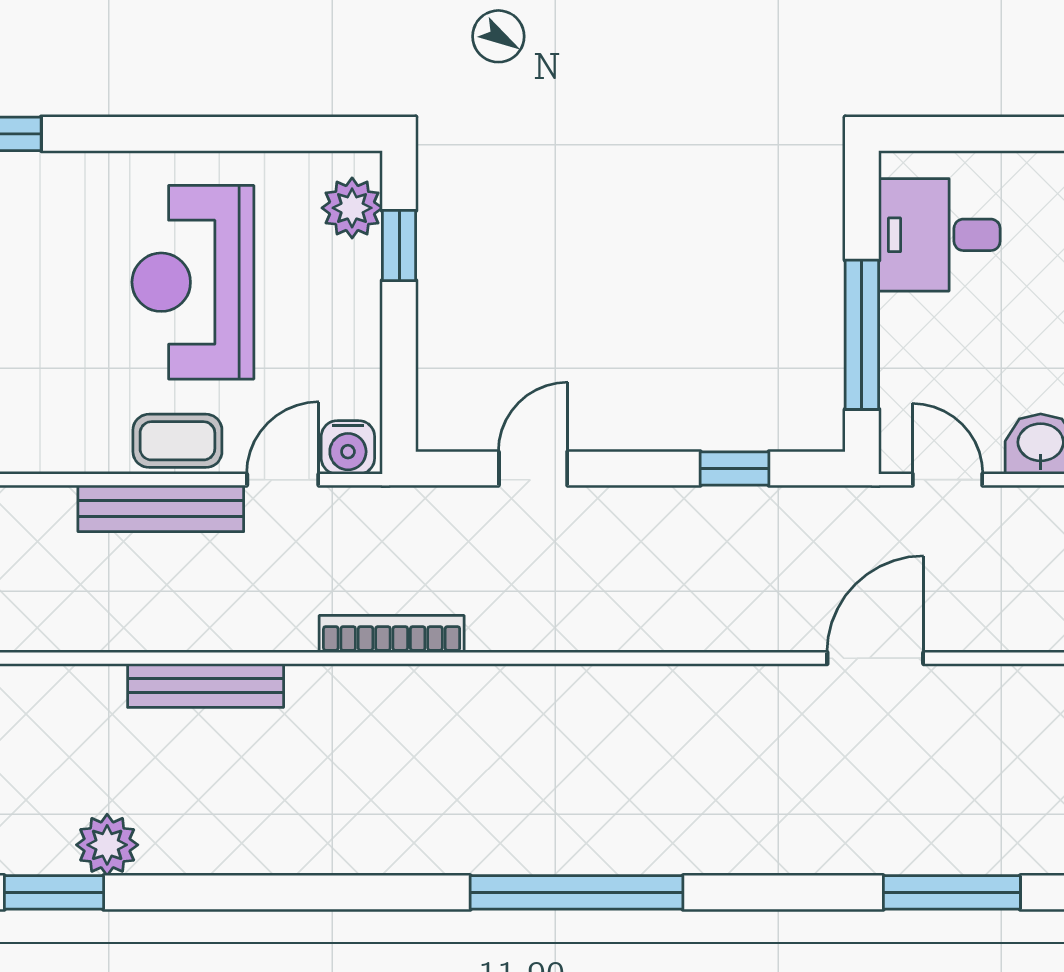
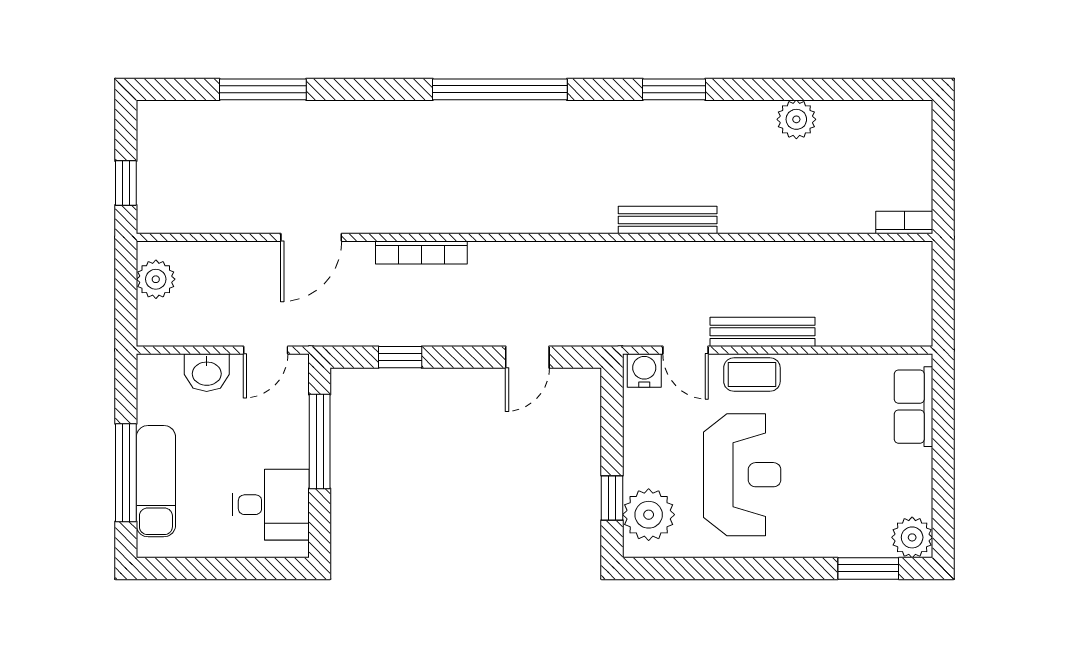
plant: (352, 208) -> (649, 515), width x1.36, depth x1.36
door: (283, 480) -> (685, 350), hinge flipped
door: (947, 480) -> (266, 350), hinge flipped
bookcase: (392, 634) -> (421, 253), moved
bench: (206, 686) -> (668, 220), moved
window: (54, 892) -> (674, 89), moved

